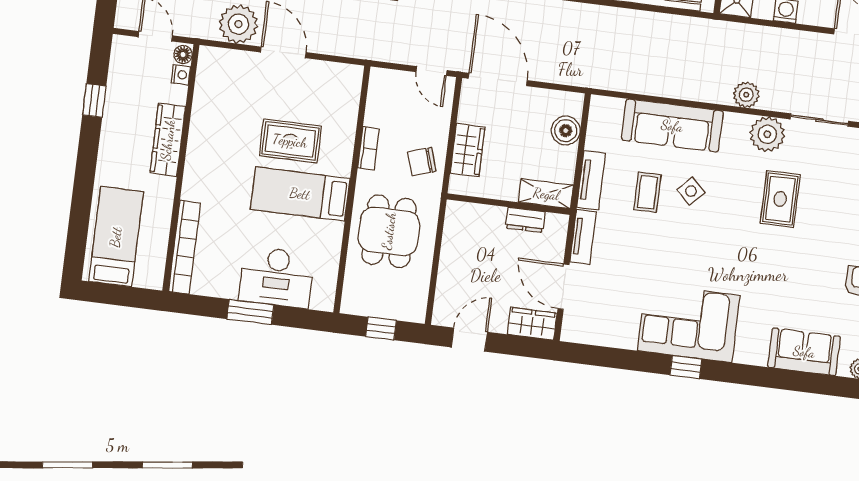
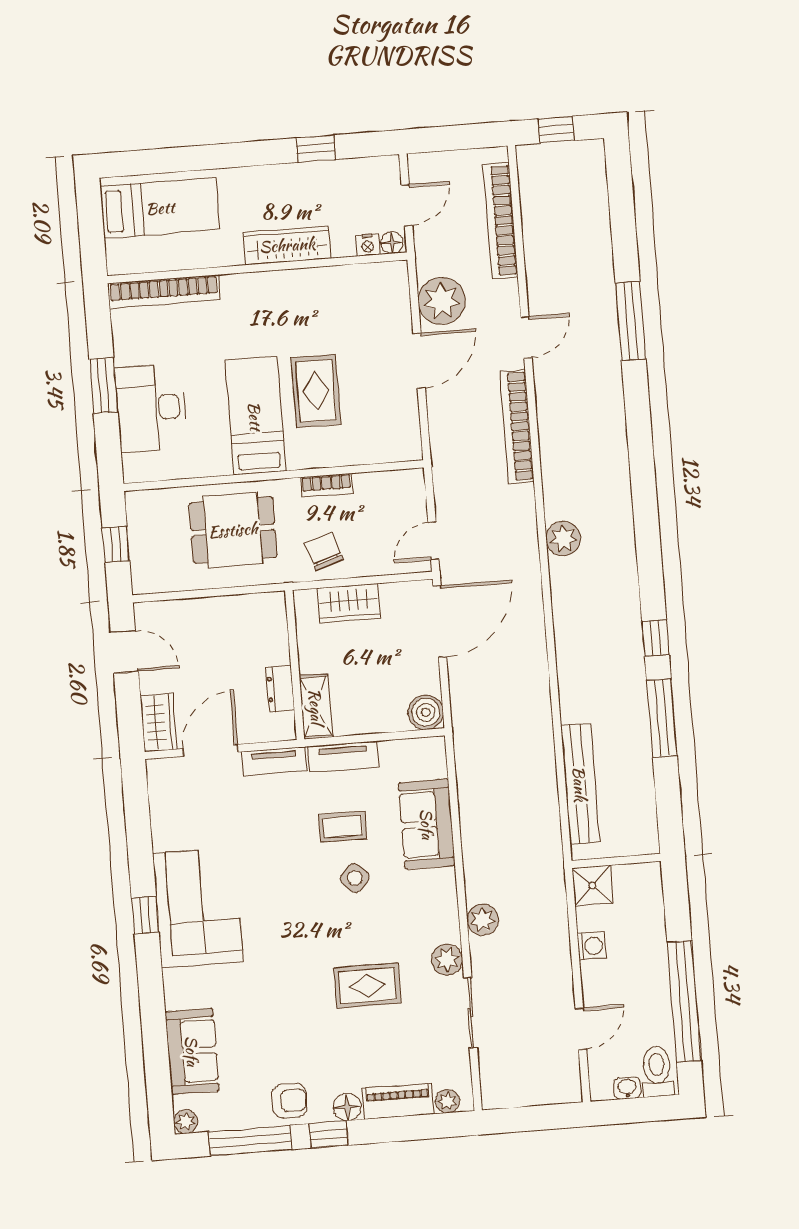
sofa: (672, 126) -> (427, 824), width x0.73
boiler: (566, 131) -> (426, 712), moved
plant: (767, 134) -> (447, 960), width x0.73, depth x0.73

